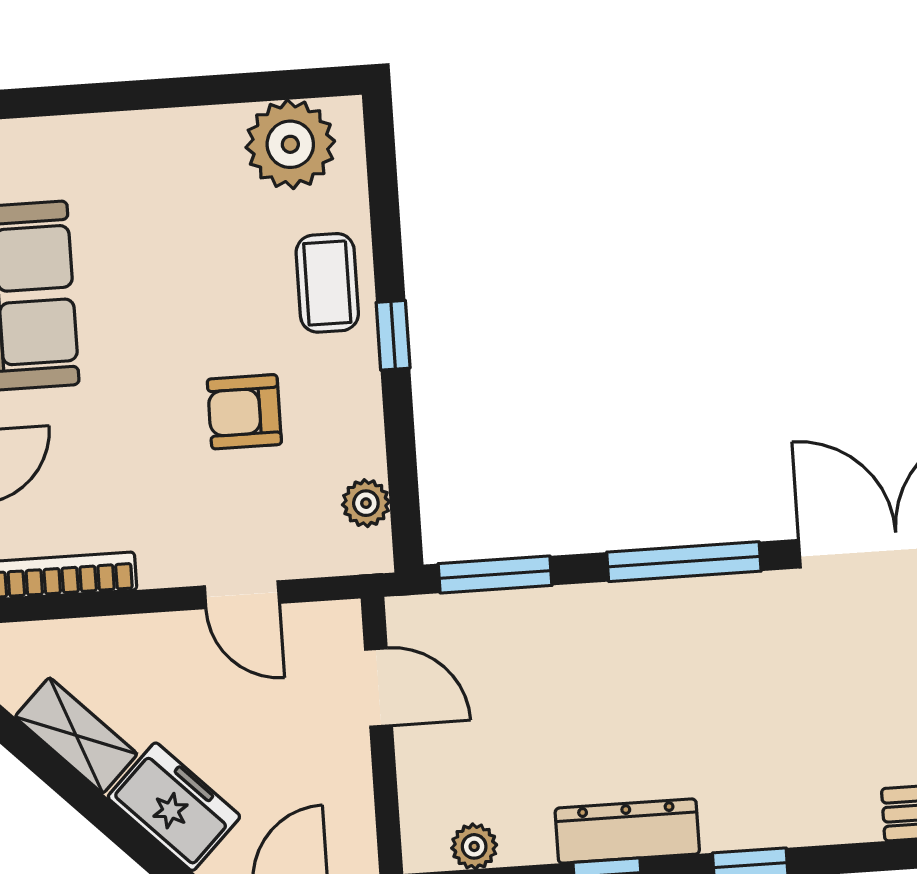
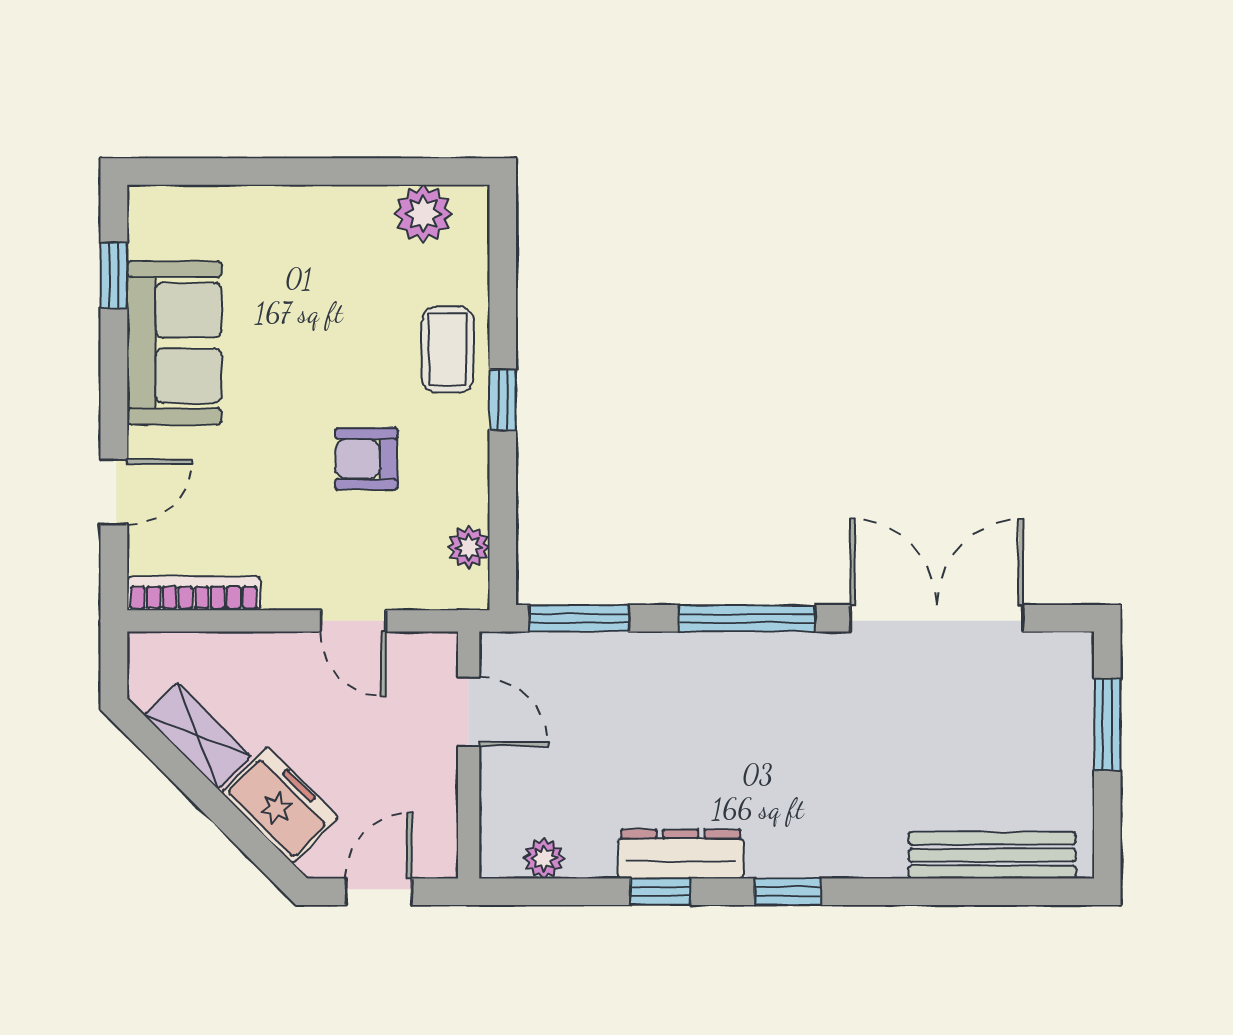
plant: (290, 144) -> (423, 214), width x0.73, depth x0.73

